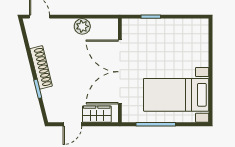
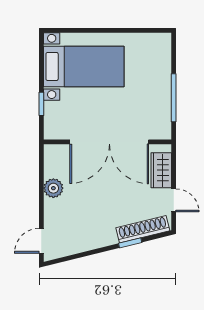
shoe rack: (41, 67) -> (143, 229), moved
bed with nightstands: (176, 95) -> (84, 66), moved, turned -90

